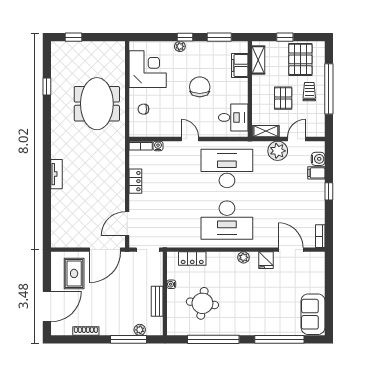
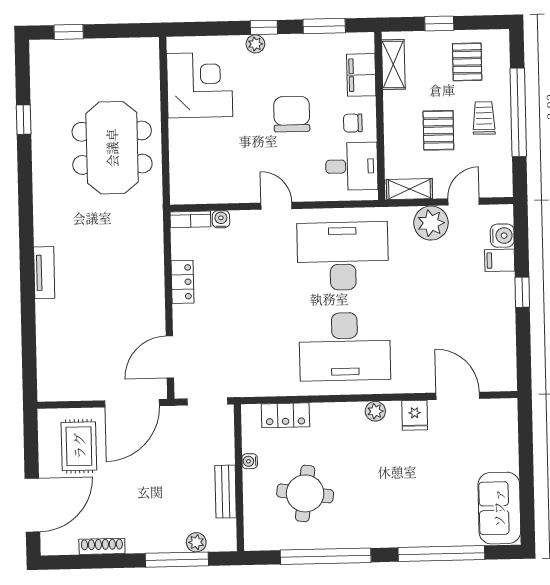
pallet: (300, 59) -> (467, 62), width x0.67, depth x0.71
chair: (143, 109) -> (353, 123), moved
bookcase: (320, 236) -> (509, 371), removed

